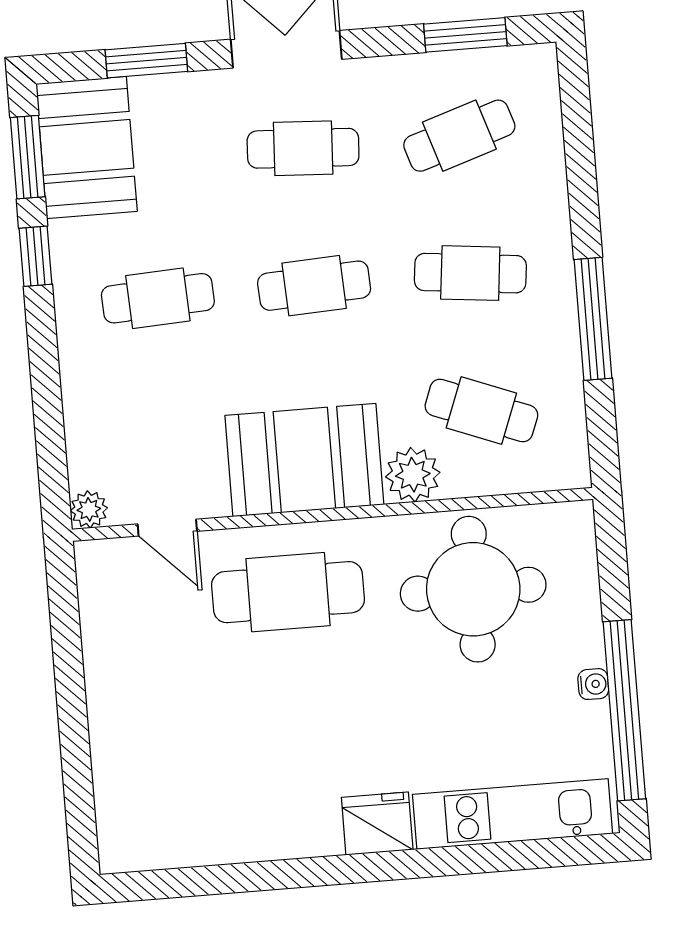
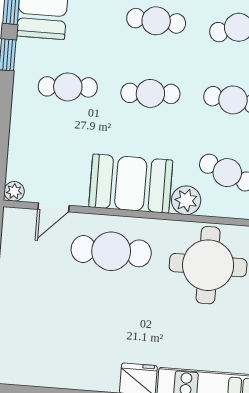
door: (167, 528) -> (54, 207), hinge flipped

